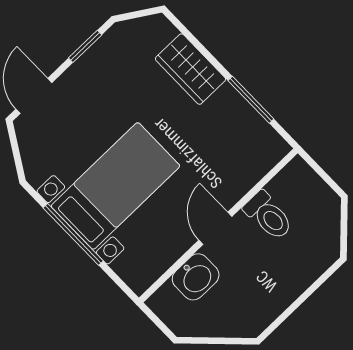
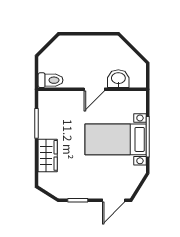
toilet: (268, 216) -> (50, 80), moved, turned 90

